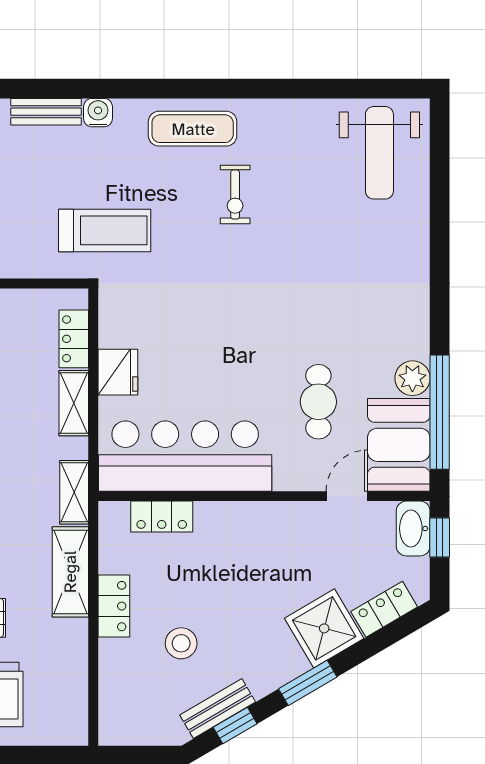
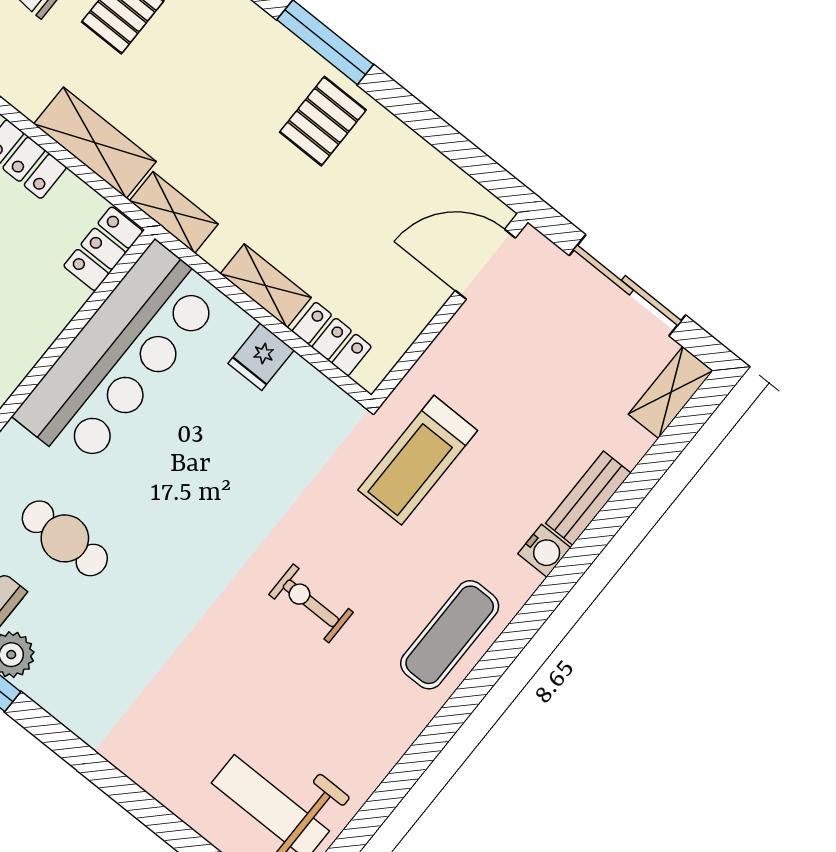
exercise bike: (235, 195) -> (311, 603), moved
fridge: (118, 372) -> (261, 357), width x0.72
locker: (162, 517) -> (103, 249), moved

